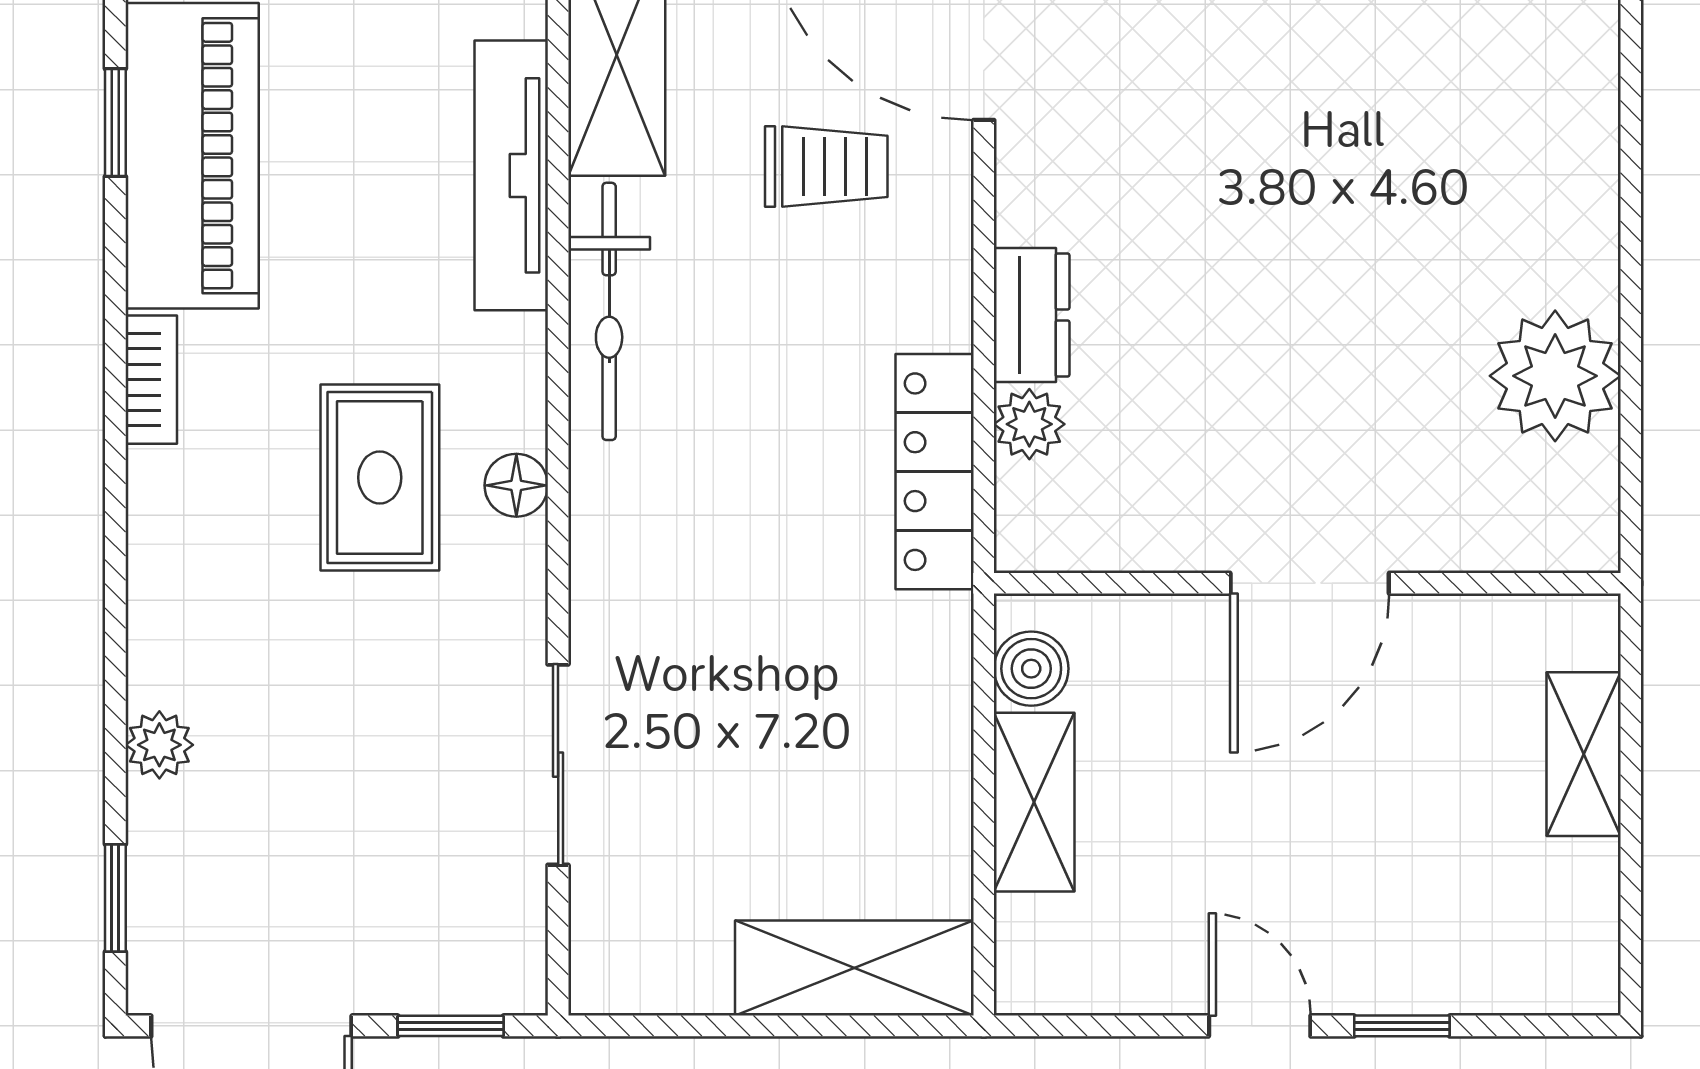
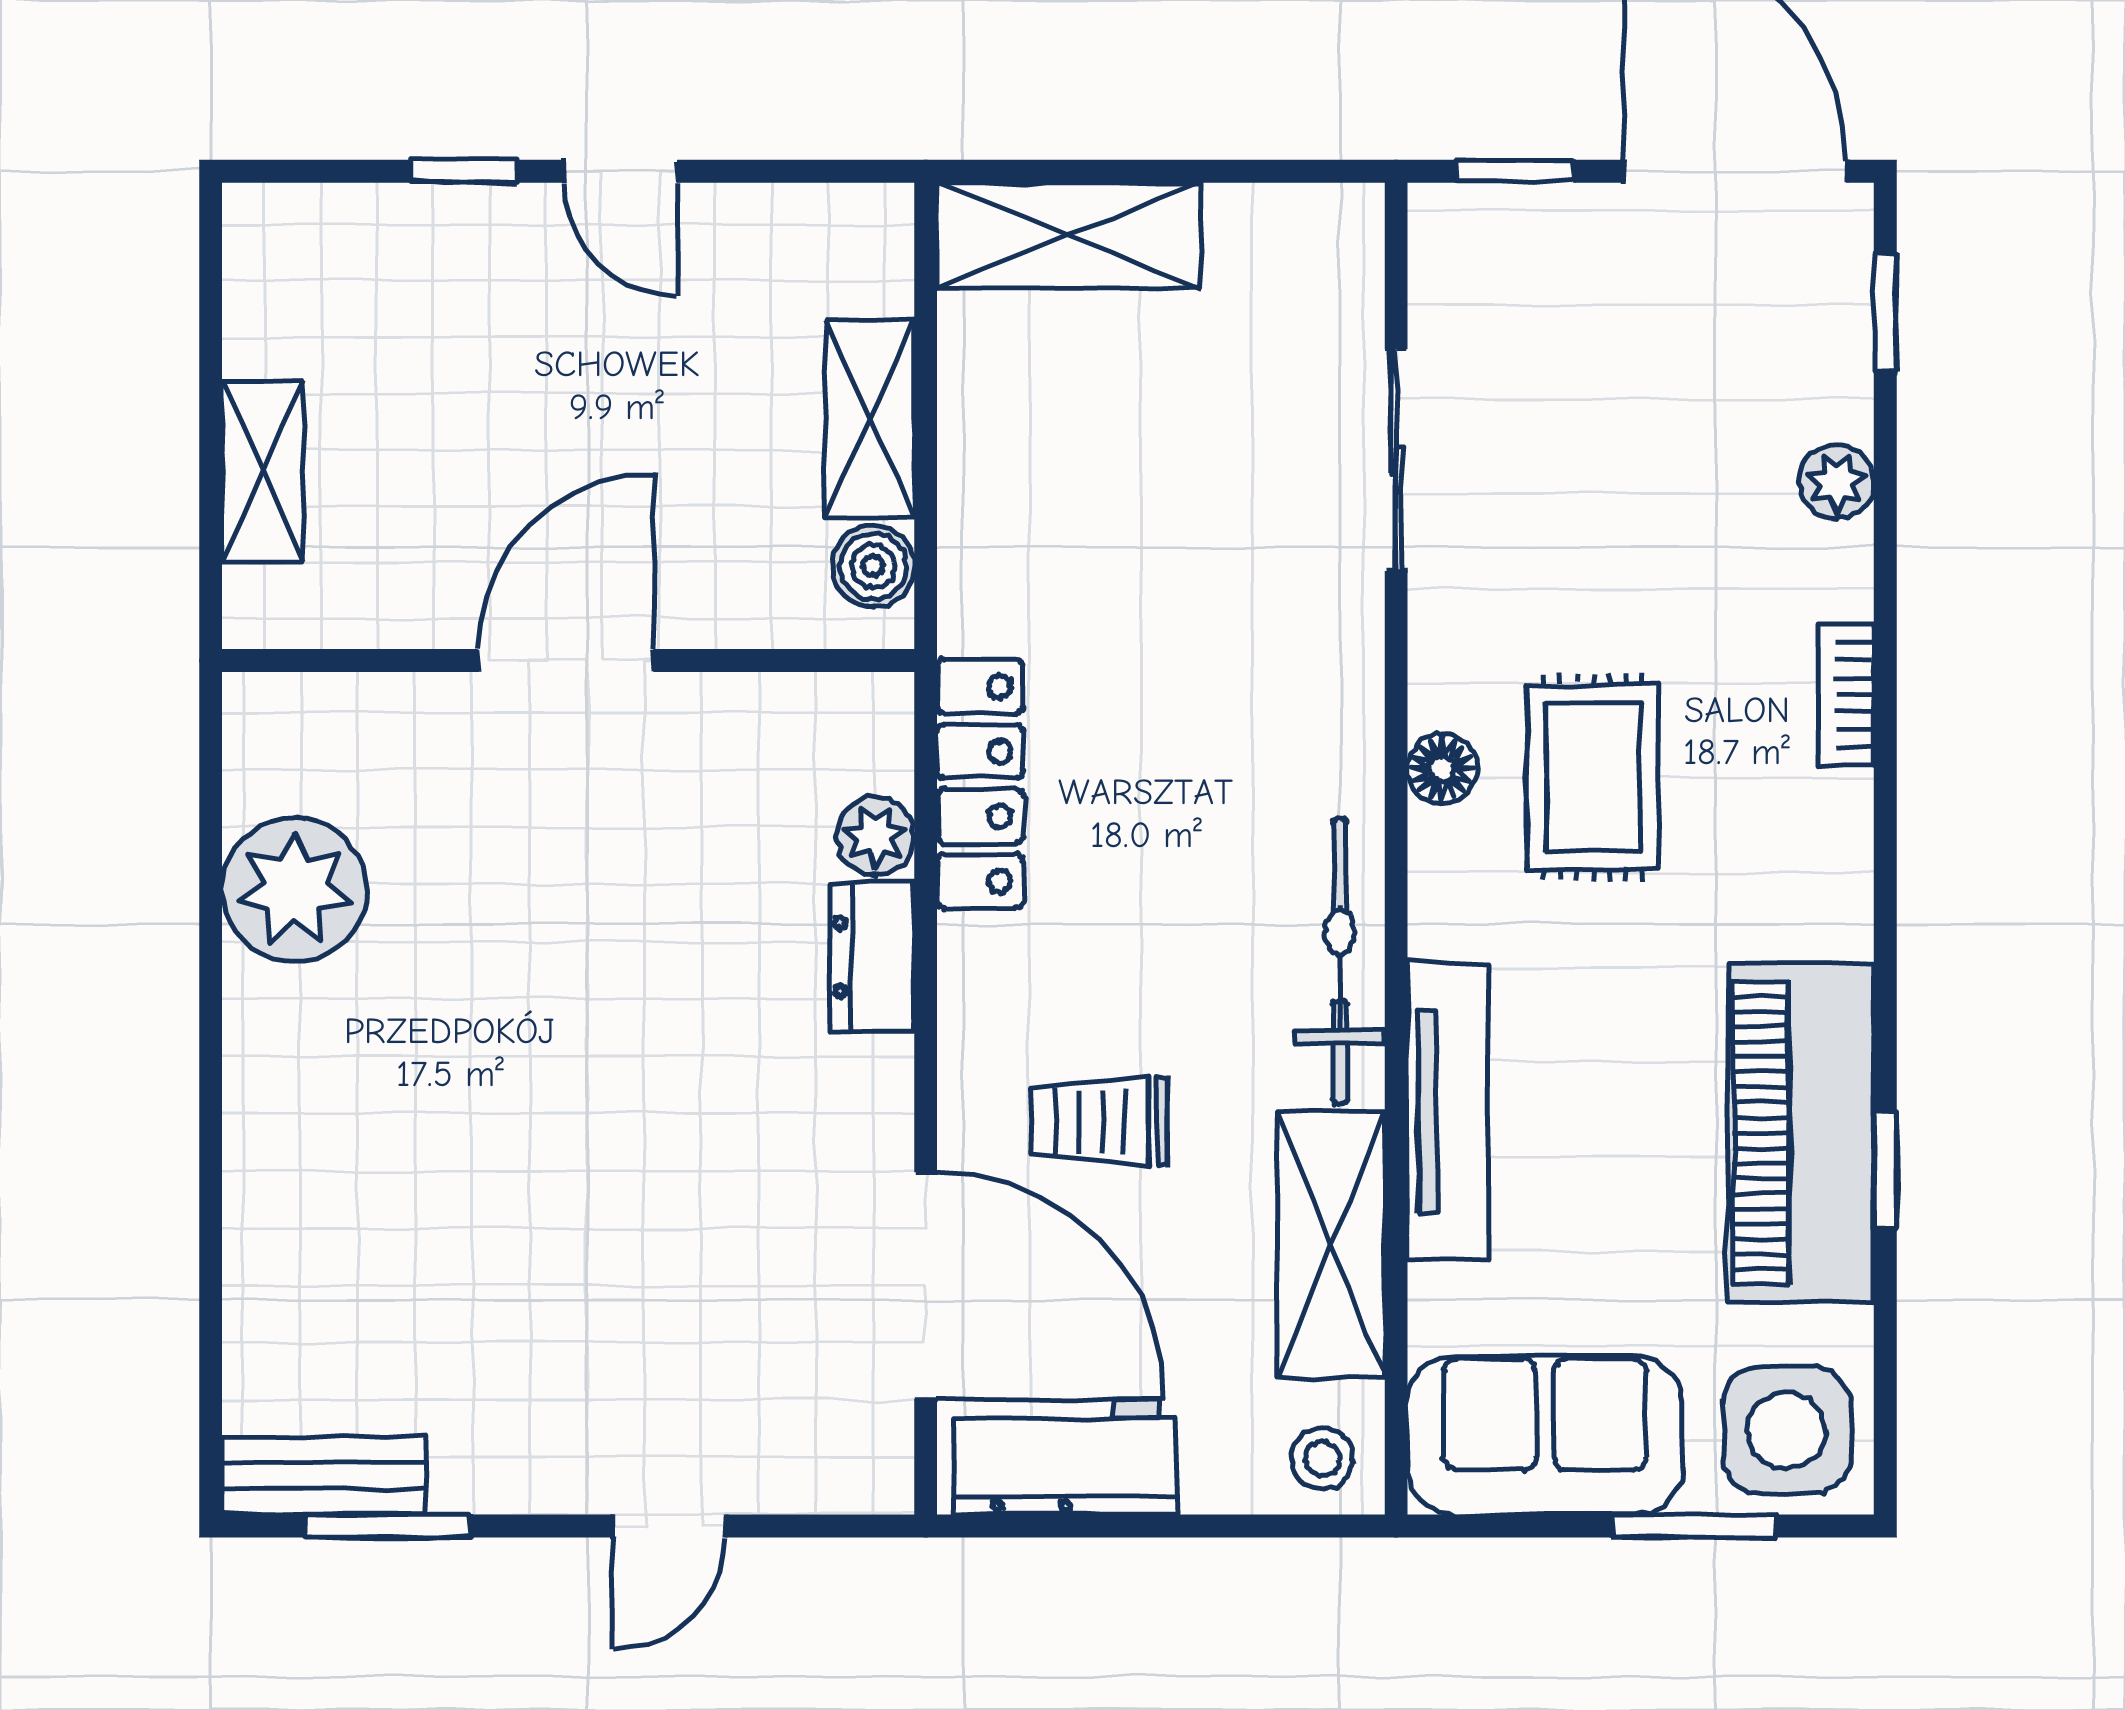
bookcase: (151, 380) -> (1846, 695), moved

